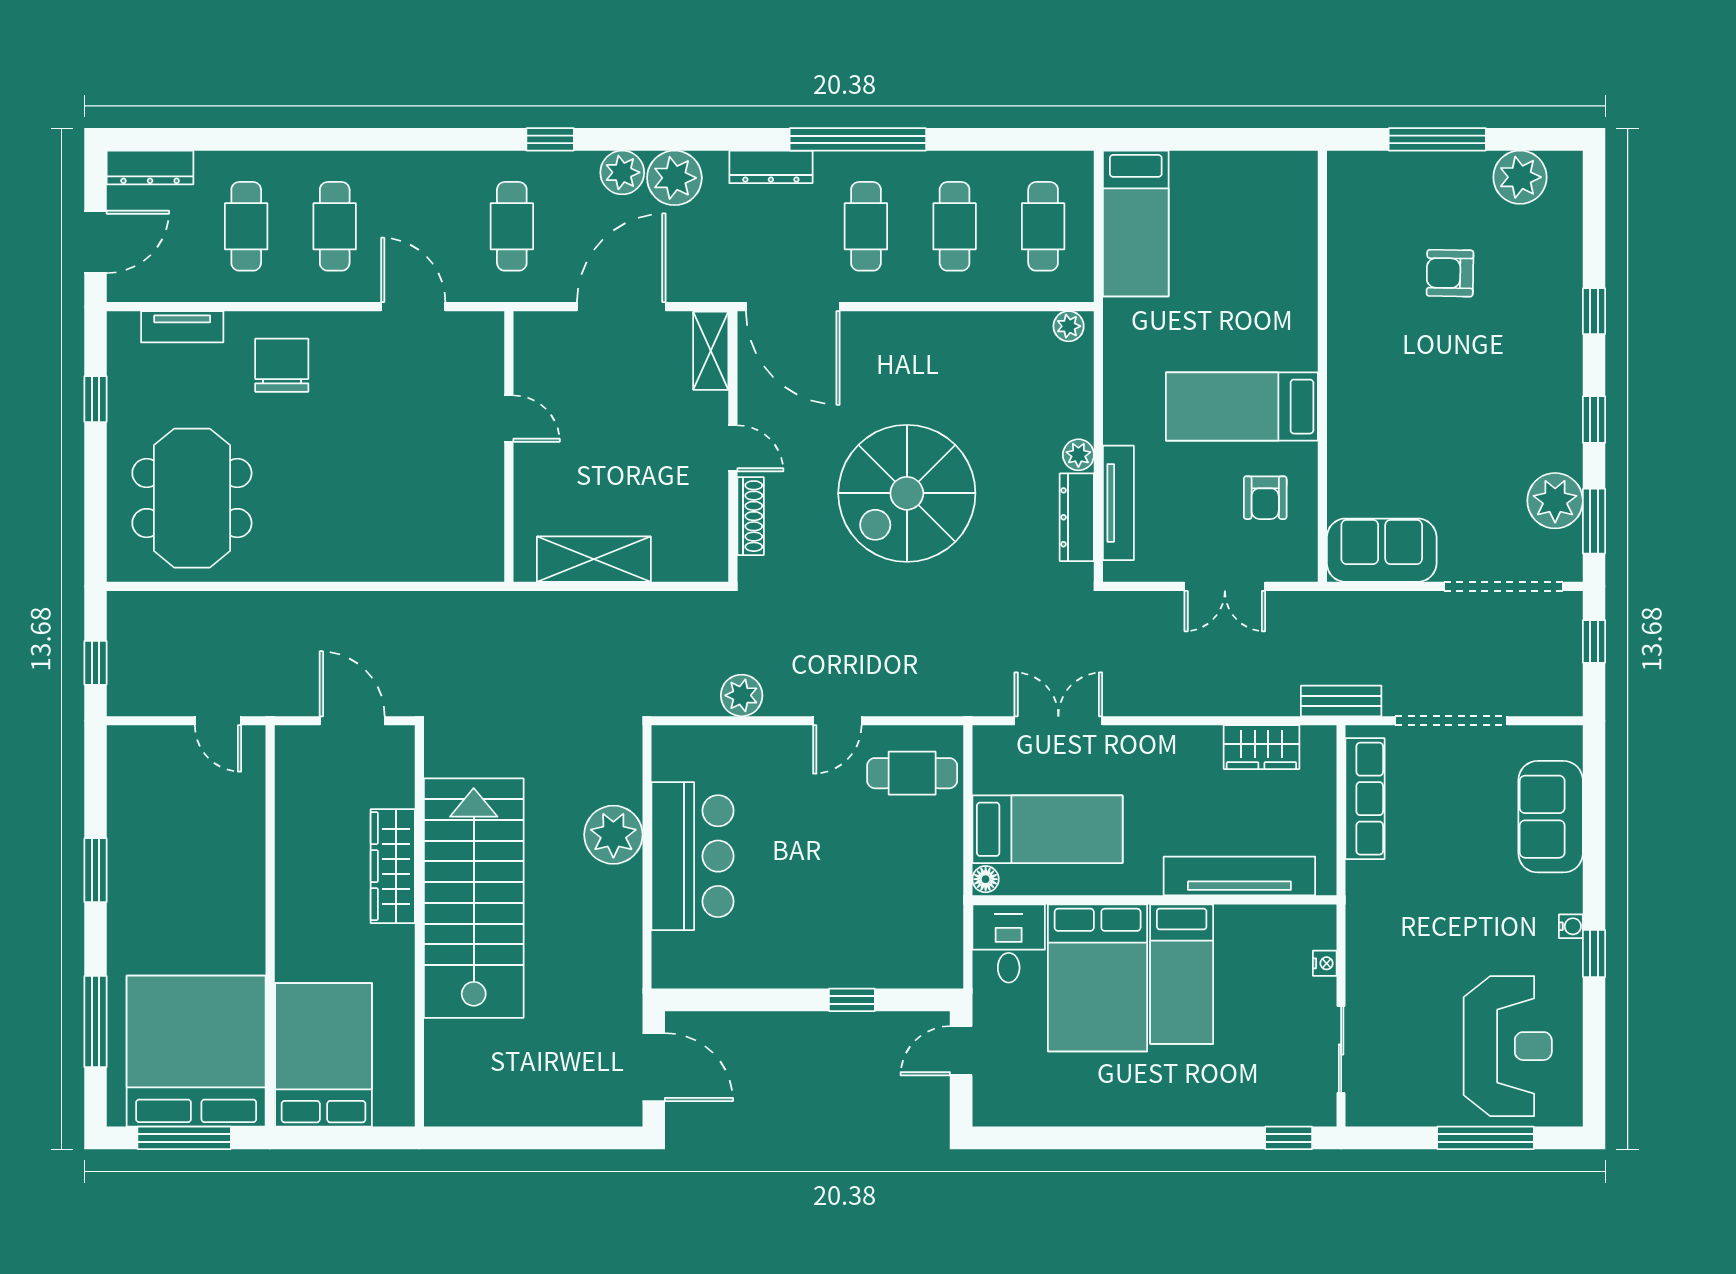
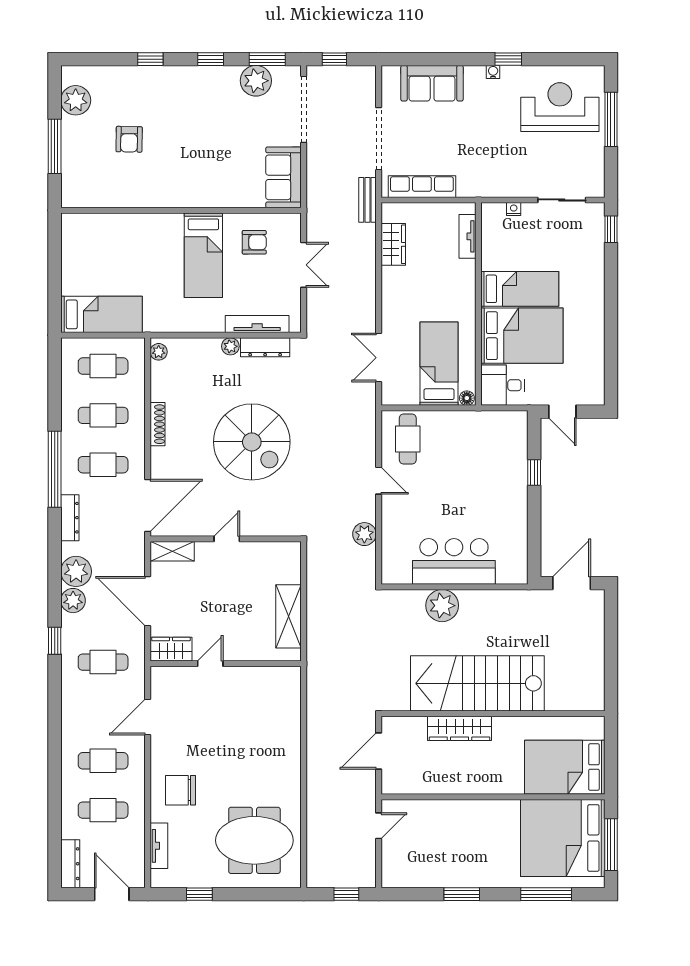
wardrobe: (535, 348) -> (171, 649), added
shoe rack: (751, 516) -> (158, 424), moved, turned 90
tv unit: (1239, 876) -> (467, 236), width x0.52, depth x0.78

